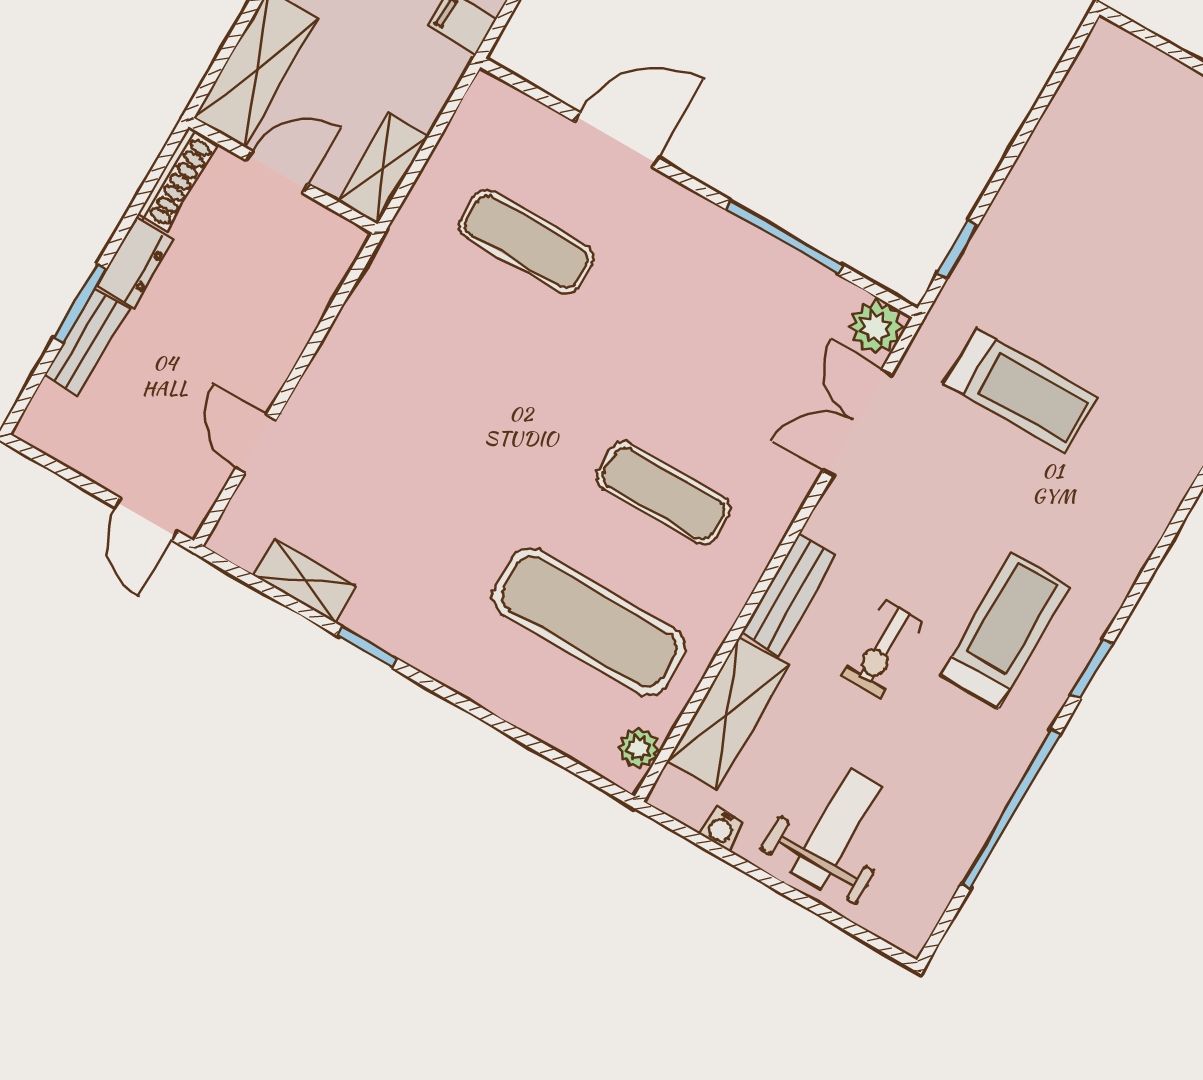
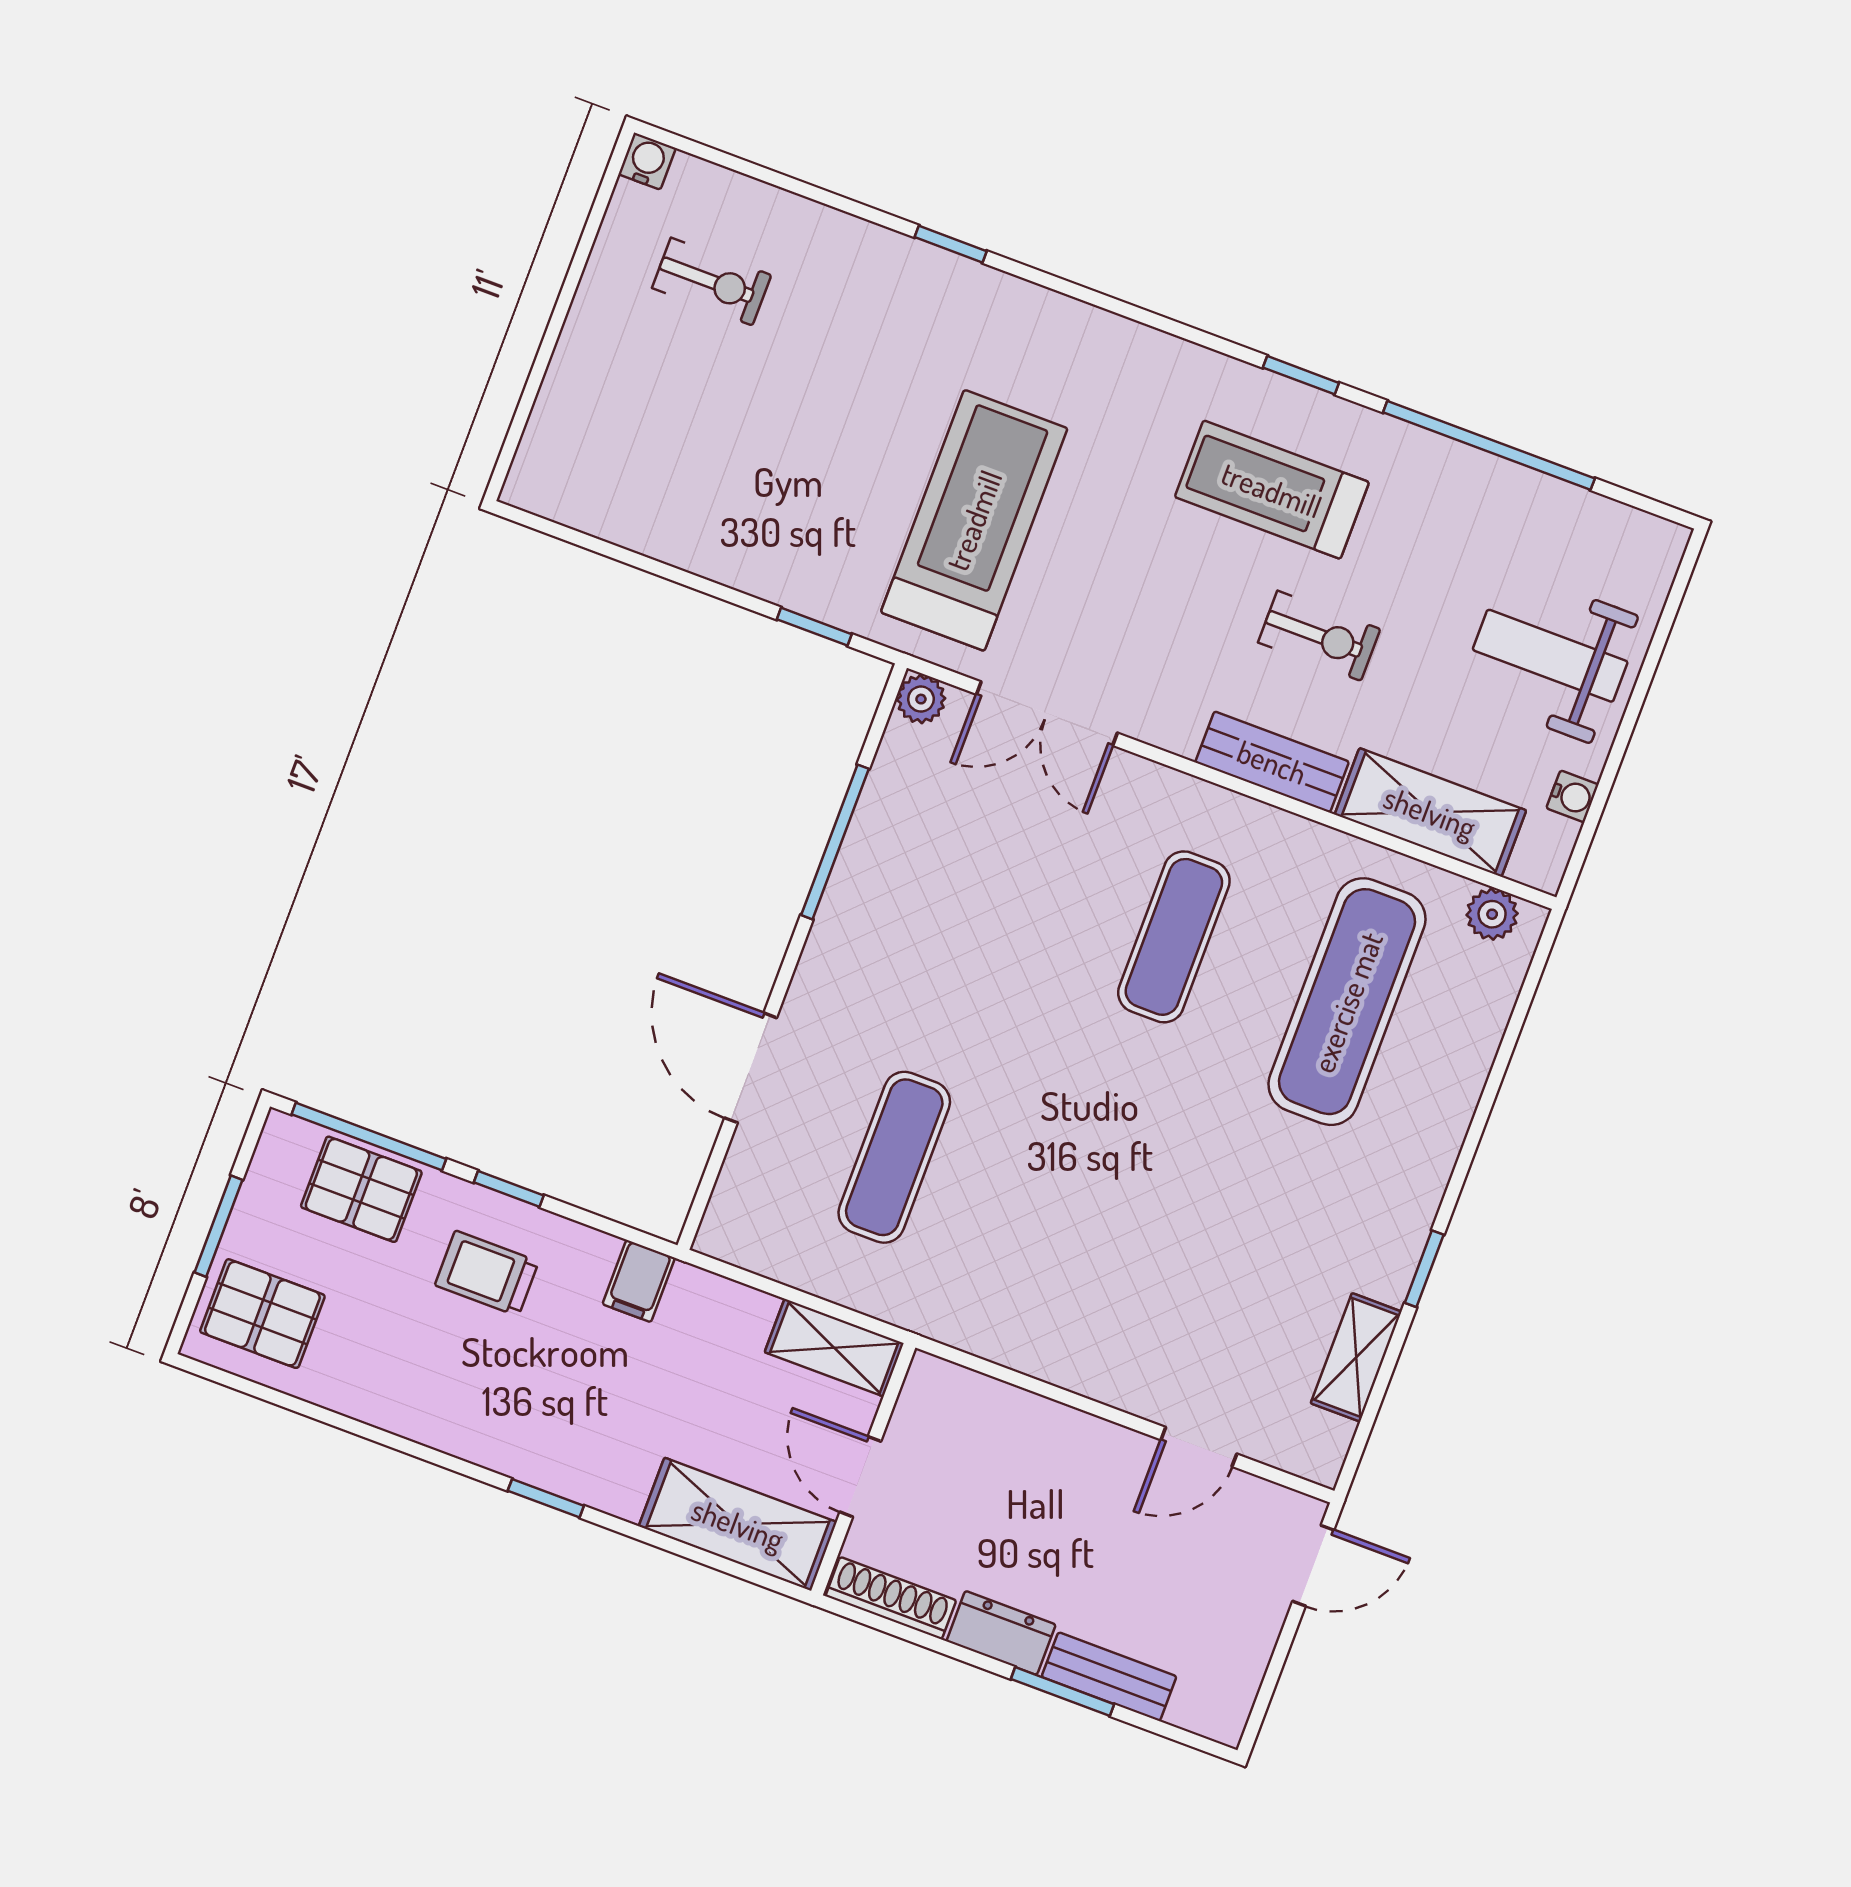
plant: (876, 327) -> (921, 699), width x0.73, depth x0.73
treadmill: (1020, 391) -> (974, 520), width x1.37, depth x1.38

